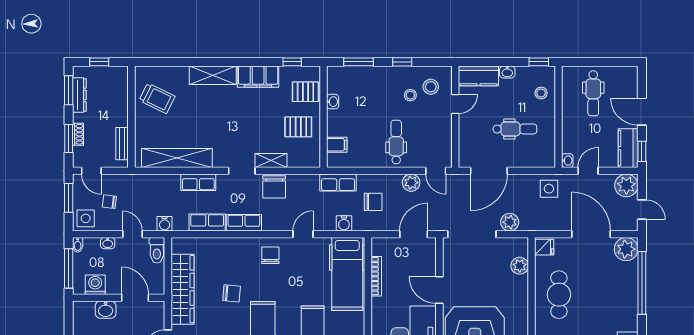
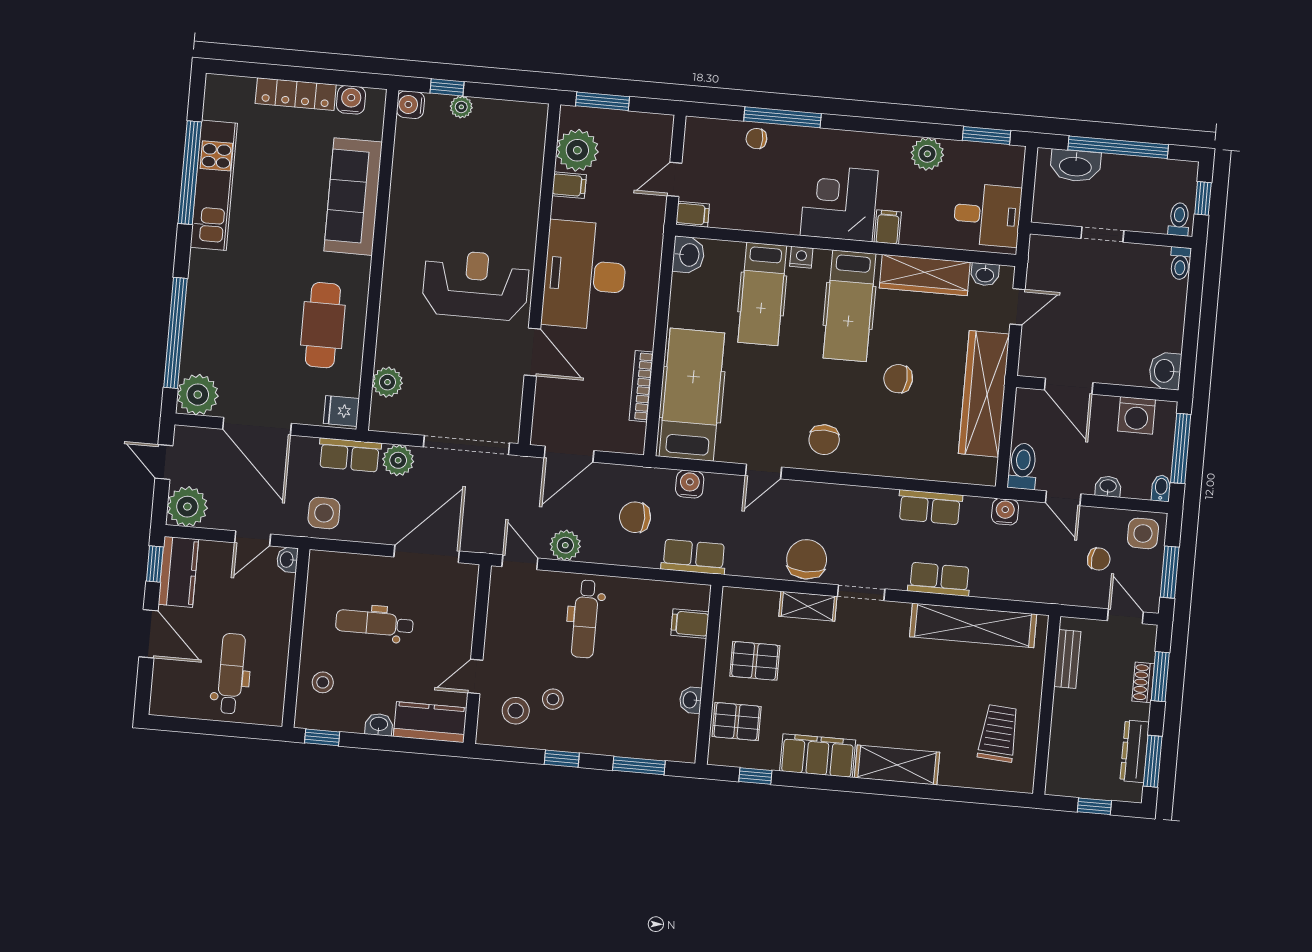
trolley: (157, 98) -> (999, 733), turned 68
row of seats: (244, 223) -> (350, 455), moved
washbasin: (106, 310) -> (1165, 371), moved, turned -90

